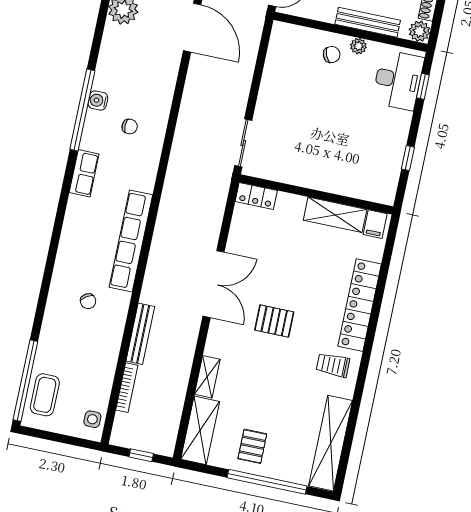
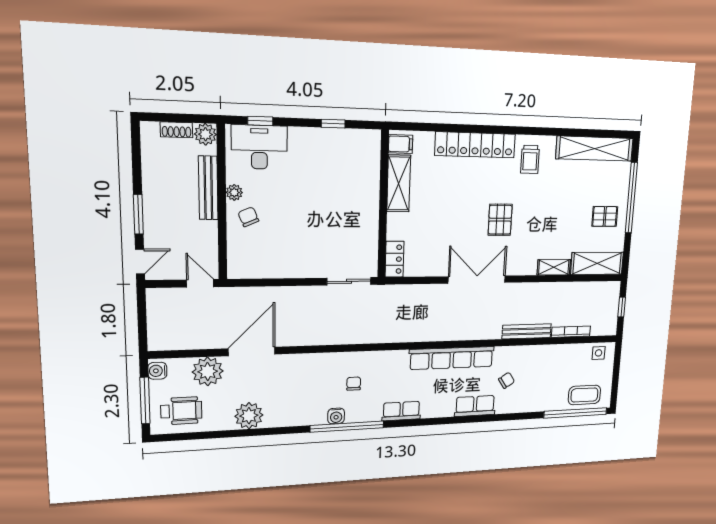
row of seats: (67, 259) -> (475, 406), added

